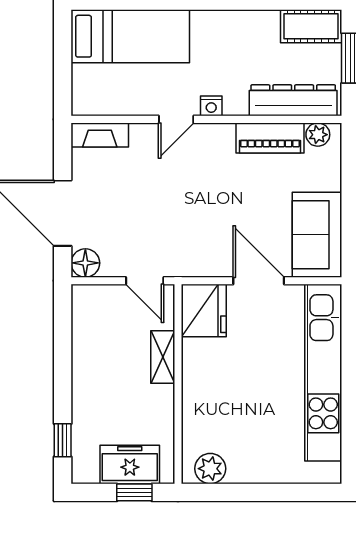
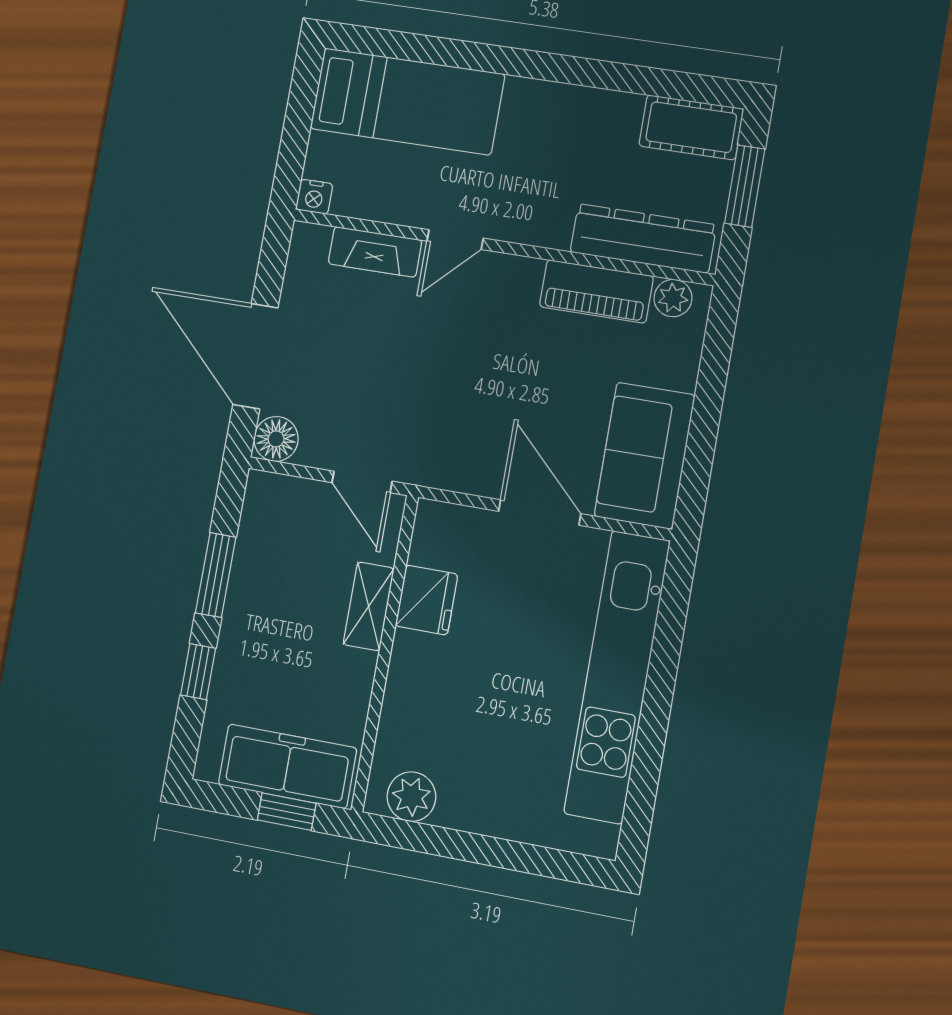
nightstand: (211, 106) -> (314, 197), moved
fireplace: (100, 135) -> (375, 252), moved
fridge: (204, 310) -> (427, 600), moved, width x0.73, depth x0.75
window: (63, 355) -> (216, 575), added
window: (63, 440) -> (198, 672), moved
freezer: (130, 464) -> (287, 766), width x1.40

